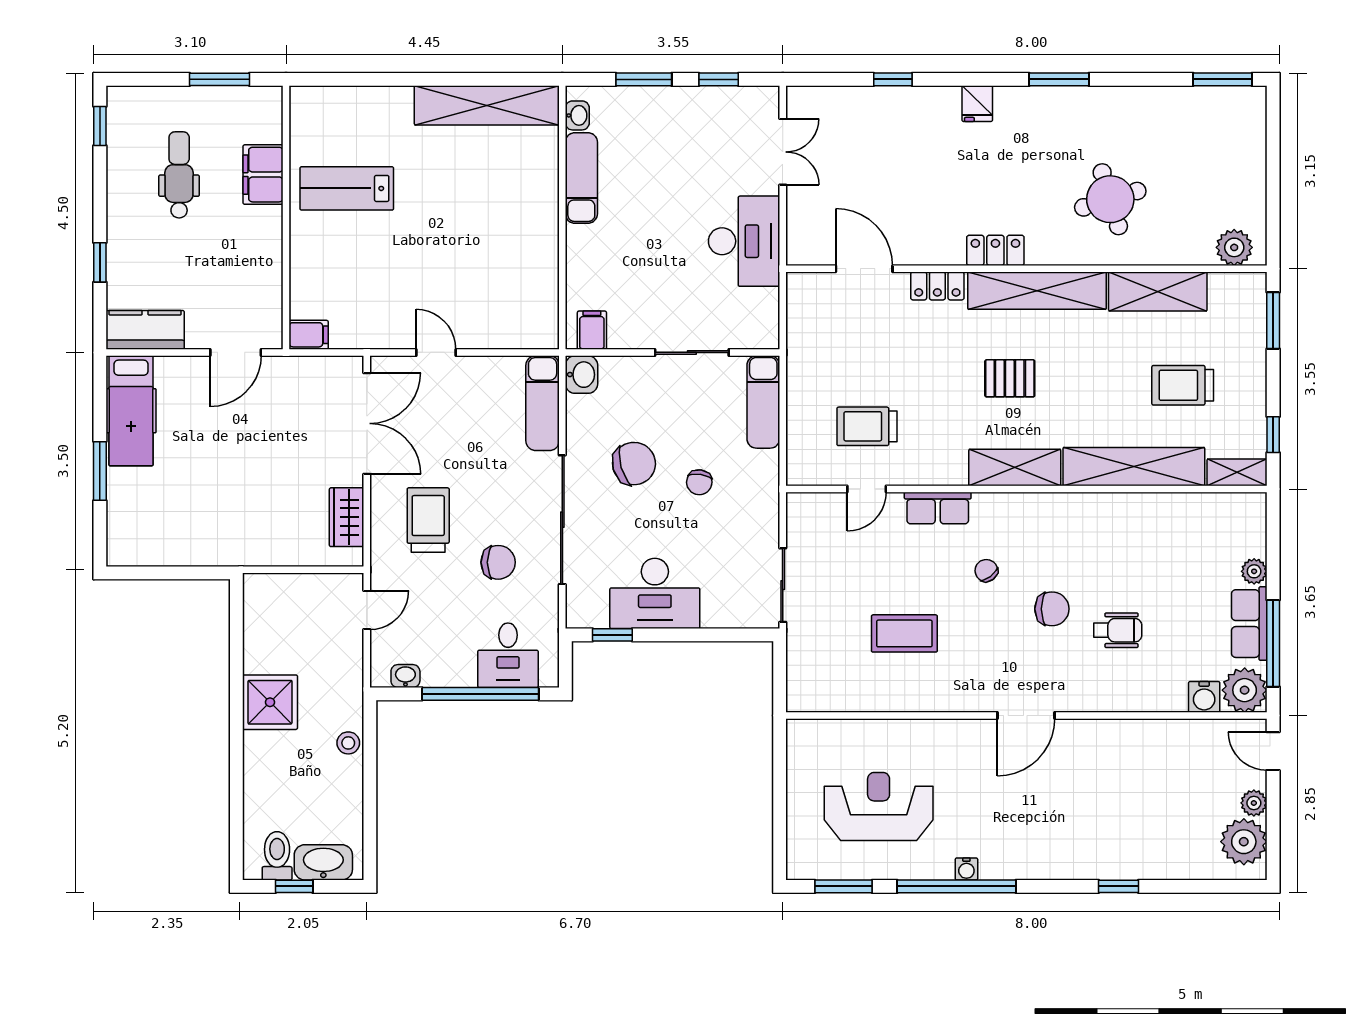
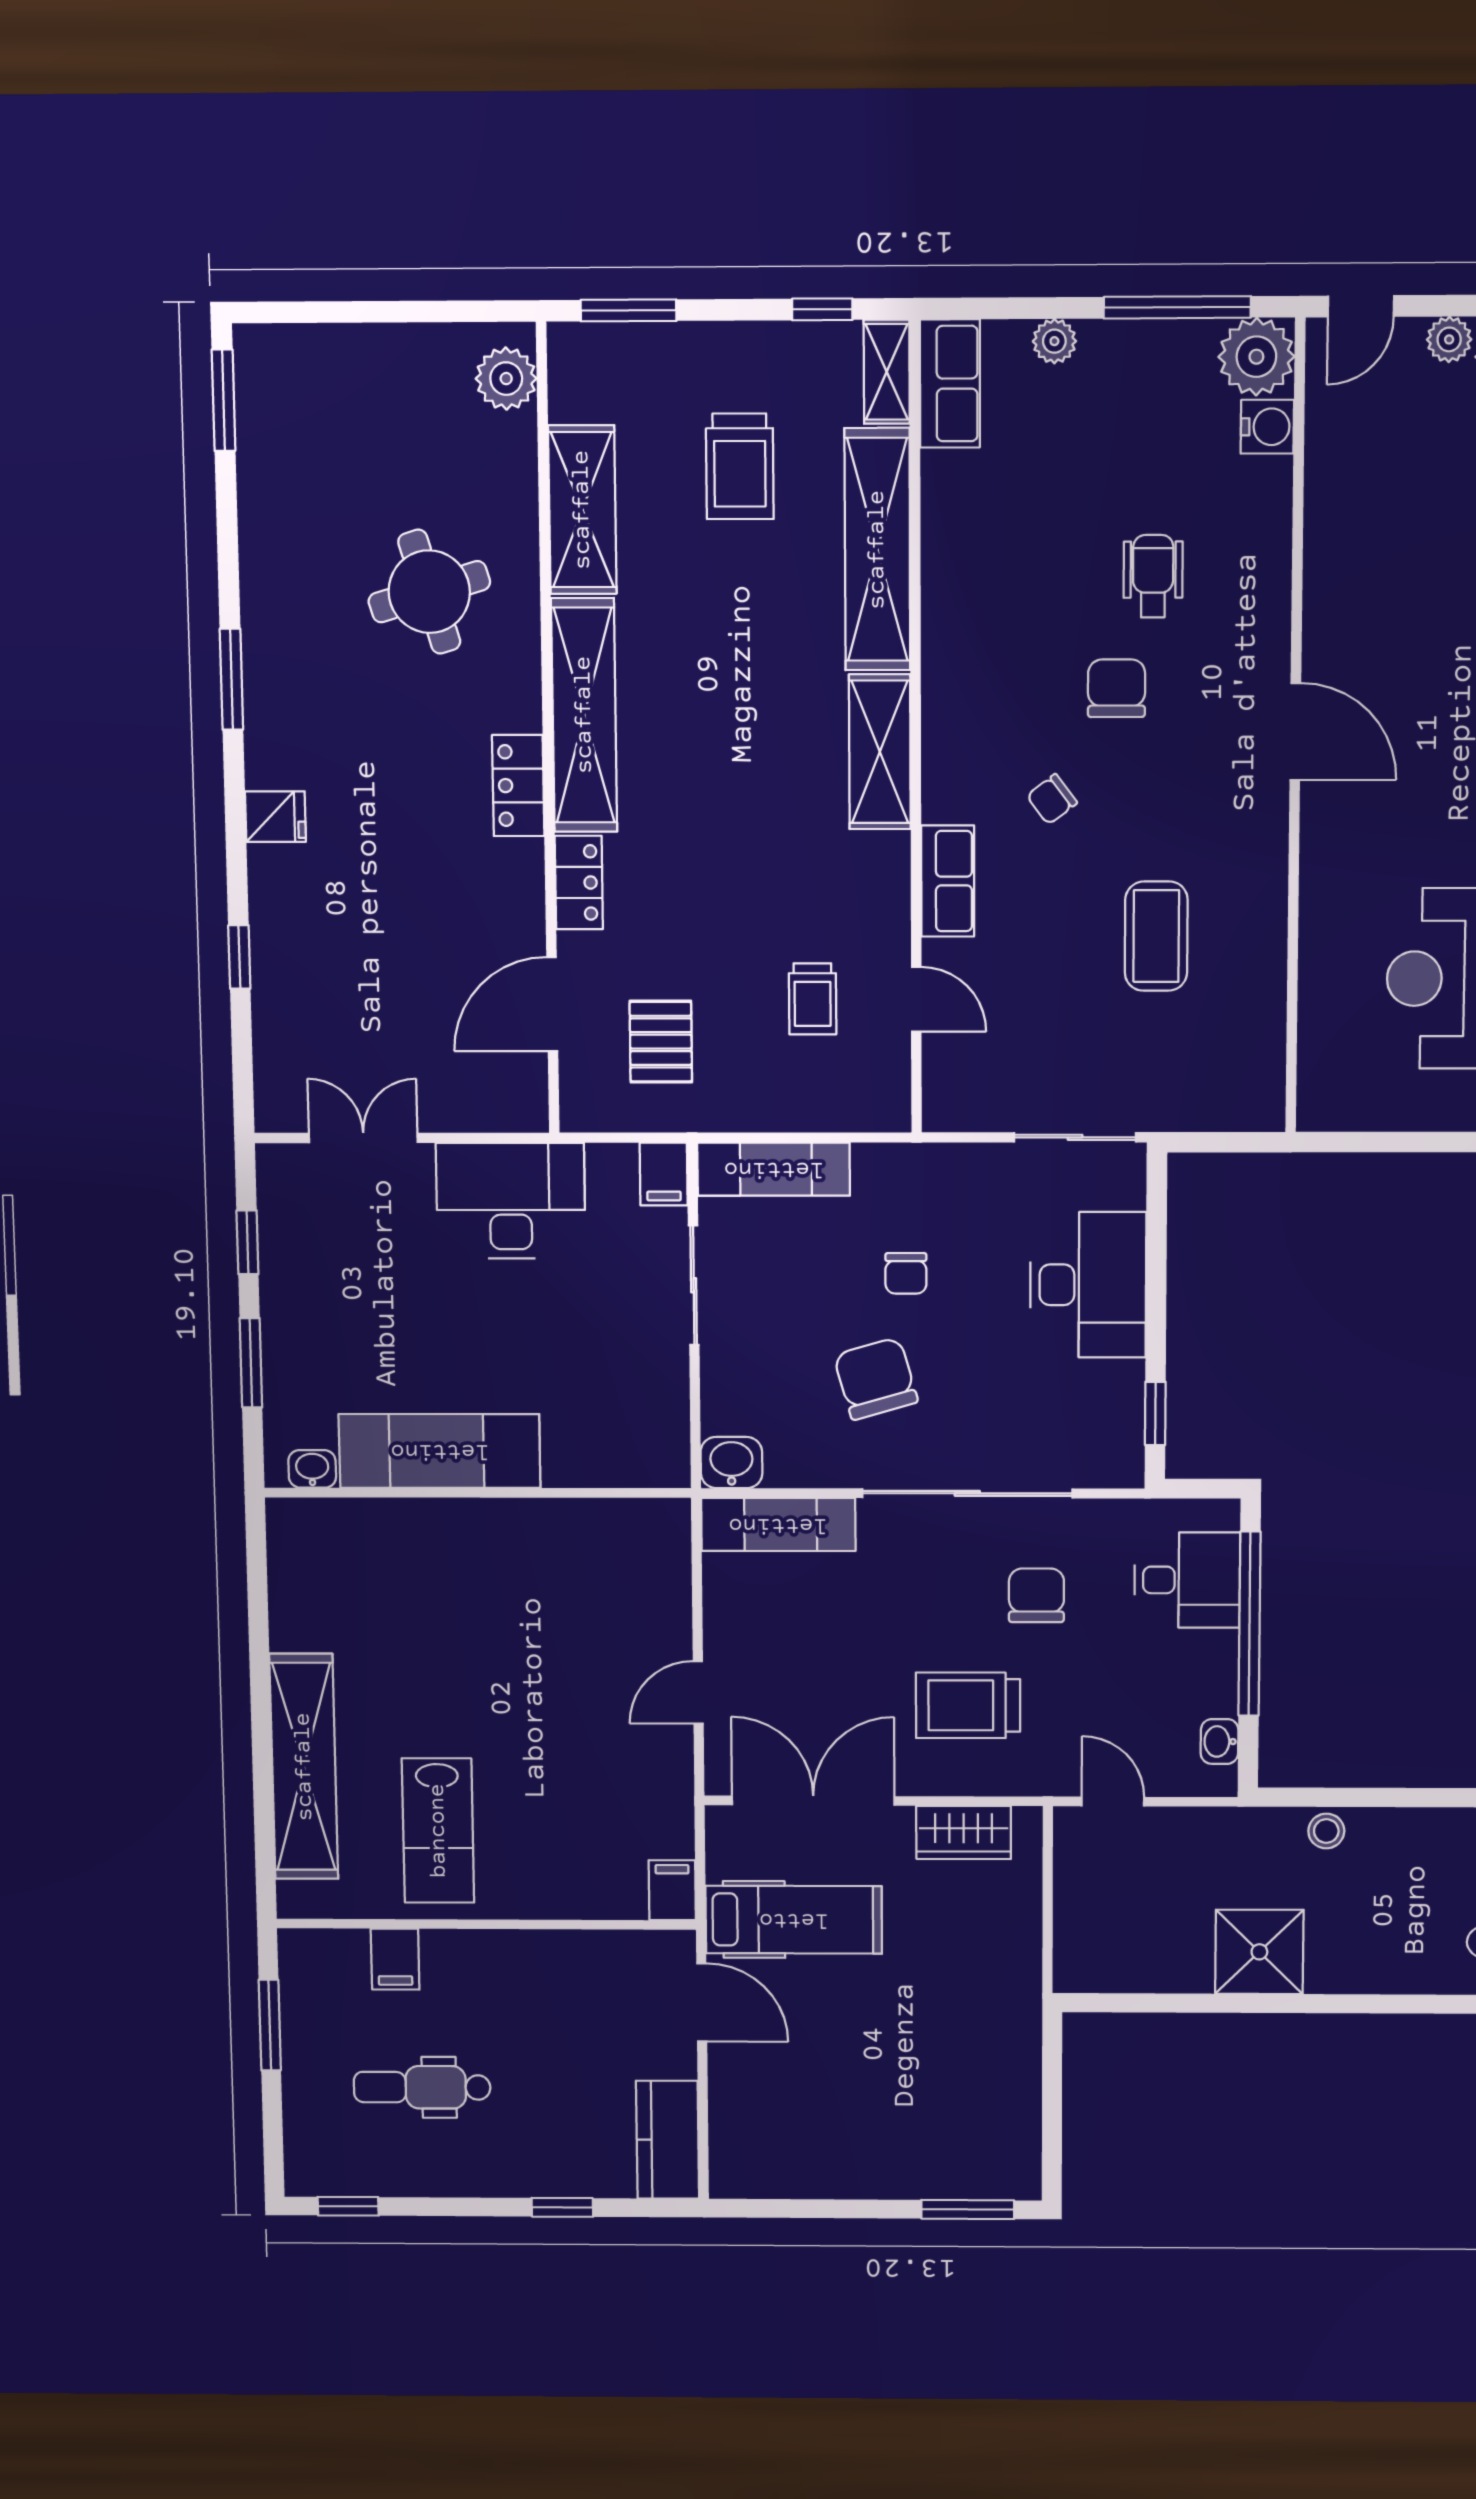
shelving: (487, 105) -> (304, 1767), moved
filing cabinet: (263, 175) -> (395, 1959), width x0.50
exam couch: (581, 178) -> (440, 1451), width x1.36, depth x1.45
filing cabinet: (592, 330) -> (664, 1174), moved, turned -90
pallet: (1010, 378) -> (661, 1042), moved
hospital bed: (131, 411) -> (794, 1920), moved
trolley: (867, 426) -> (813, 999), width x0.73, depth x0.72
window: (100, 471) -> (968, 2209), moved
chair: (699, 482) -> (906, 1273), turned 82
desk: (655, 593) -> (1088, 1285), moved
row of seats: (1249, 624) -> (950, 384), moved, turned -90

